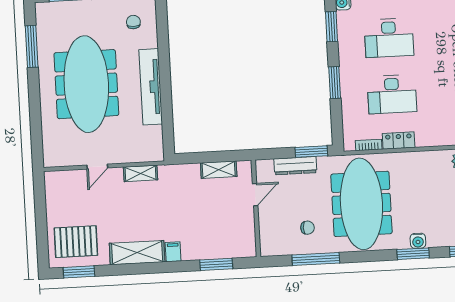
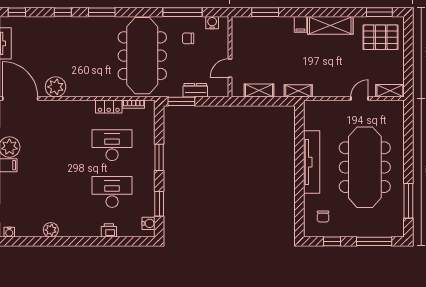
dresser: (295, 166) -> (195, 90), width x0.70
shelving: (141, 173) -> (298, 91), moved
shelving: (61, 178) -> (390, 91), added
water cooler: (418, 241) -> (212, 23), moved

